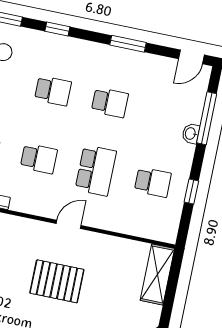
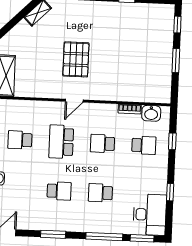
window: (57, 29) -> (104, 237), width x2.17
school desk: (110, 103) -> (59, 191), turned 180
pallet: (57, 281) -> (76, 59), turned 90

